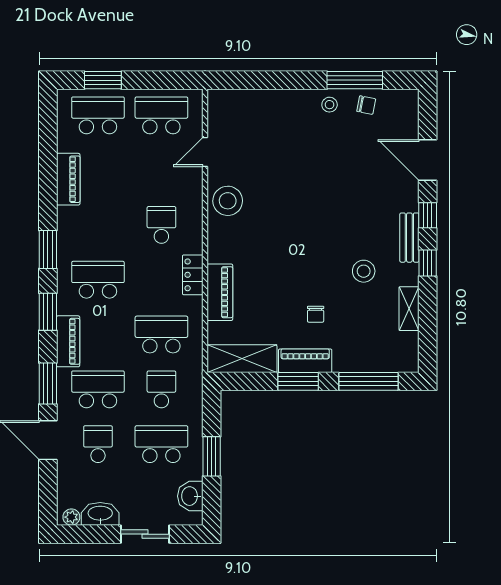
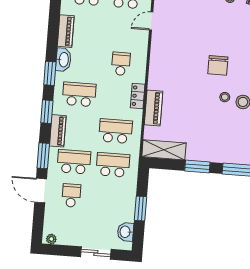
stool: (228, 201) -> (225, 97), moved, width x0.53, depth x0.53
chair: (316, 314) -> (218, 65), moved, width x1.87, depth x1.87
piano: (305, 361) -> (203, 154), removed
school desk: (161, 389) -> (113, 165), width x1.85
school desk: (161, 444) -> (110, 199), removed
washbasin: (100, 514) -> (63, 60), moved, turned 90

